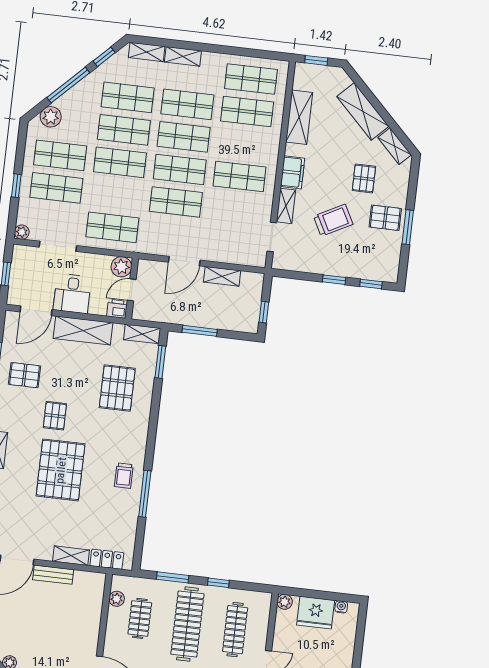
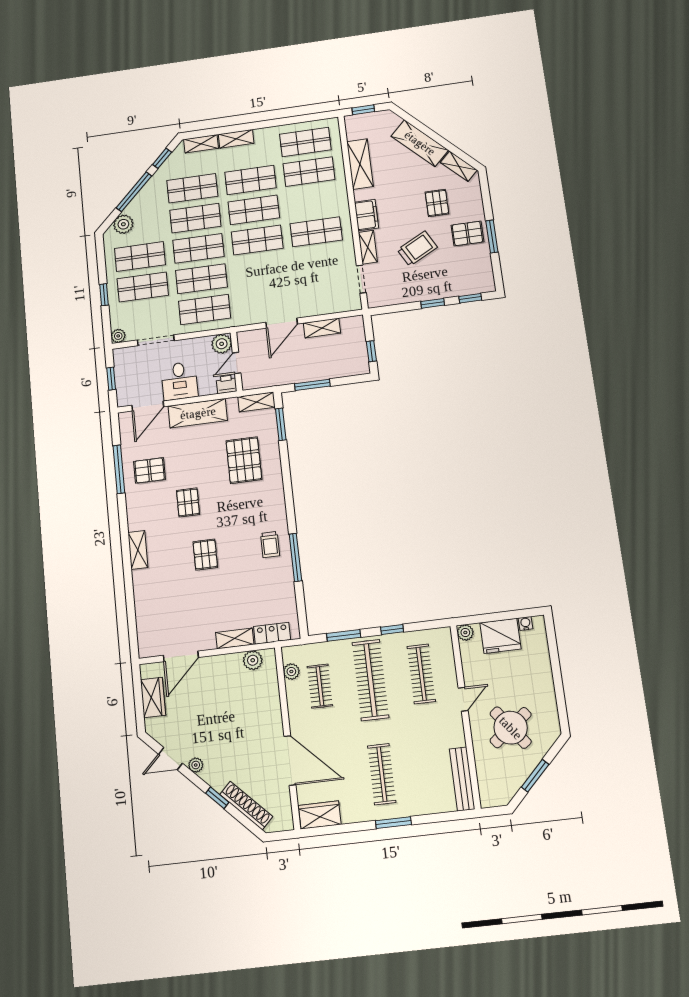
shop shelf: (176, 202) -> (201, 279), moved
pallet: (61, 470) -> (205, 555), width x0.49, depth x0.50
bench: (53, 575) -> (221, 662), removed
plant: (83, 580) -> (253, 660), added

